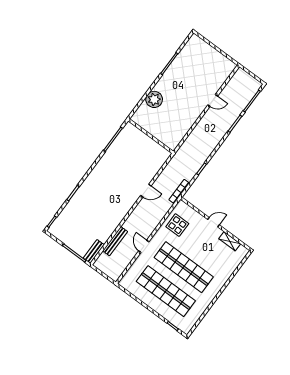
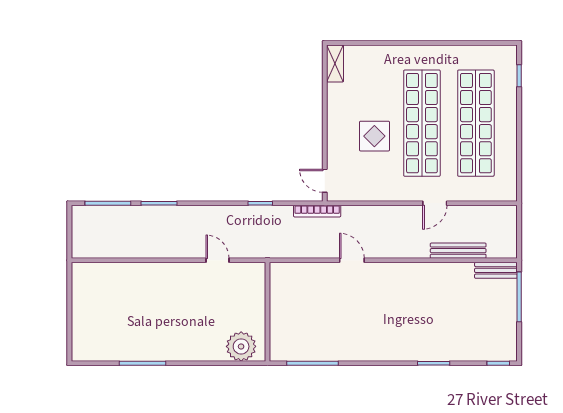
plant: (154, 99) -> (241, 346), moved
door: (213, 101) -> (217, 260), moved
door: (214, 222) -> (325, 181), moved
display table: (177, 225) -> (374, 136), moved
shelving: (230, 241) -> (335, 64), moved

